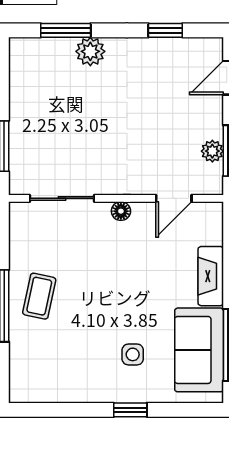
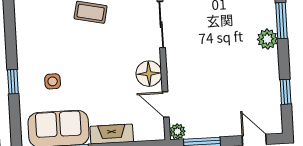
plant: (212, 151) -> (177, 132), moved
floor lamp: (121, 211) -> (149, 74), width x1.89, depth x1.89

